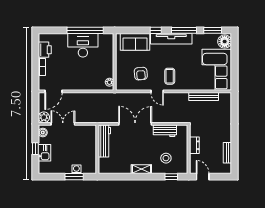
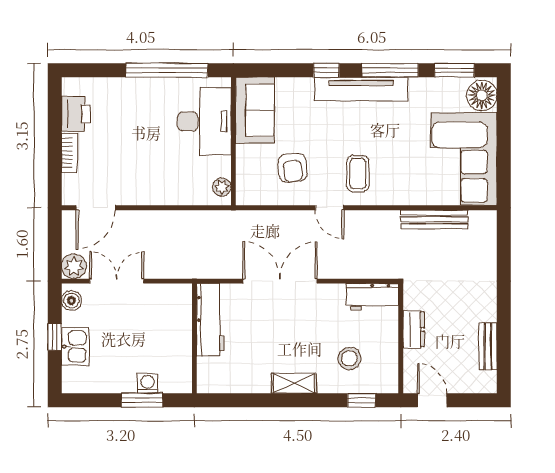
sofa: (135, 42) -> (255, 110), moved, turned -90
desk: (83, 45) -> (204, 121), moved, turned 90
workbench: (165, 131) -> (373, 297), moved

